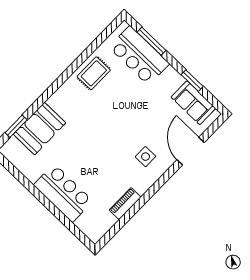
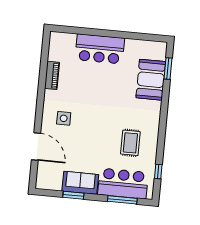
window: (99, 41) -> (158, 171), added
rug: (94, 73) -> (130, 143), moved
sofa: (193, 103) -> (80, 183), moved

